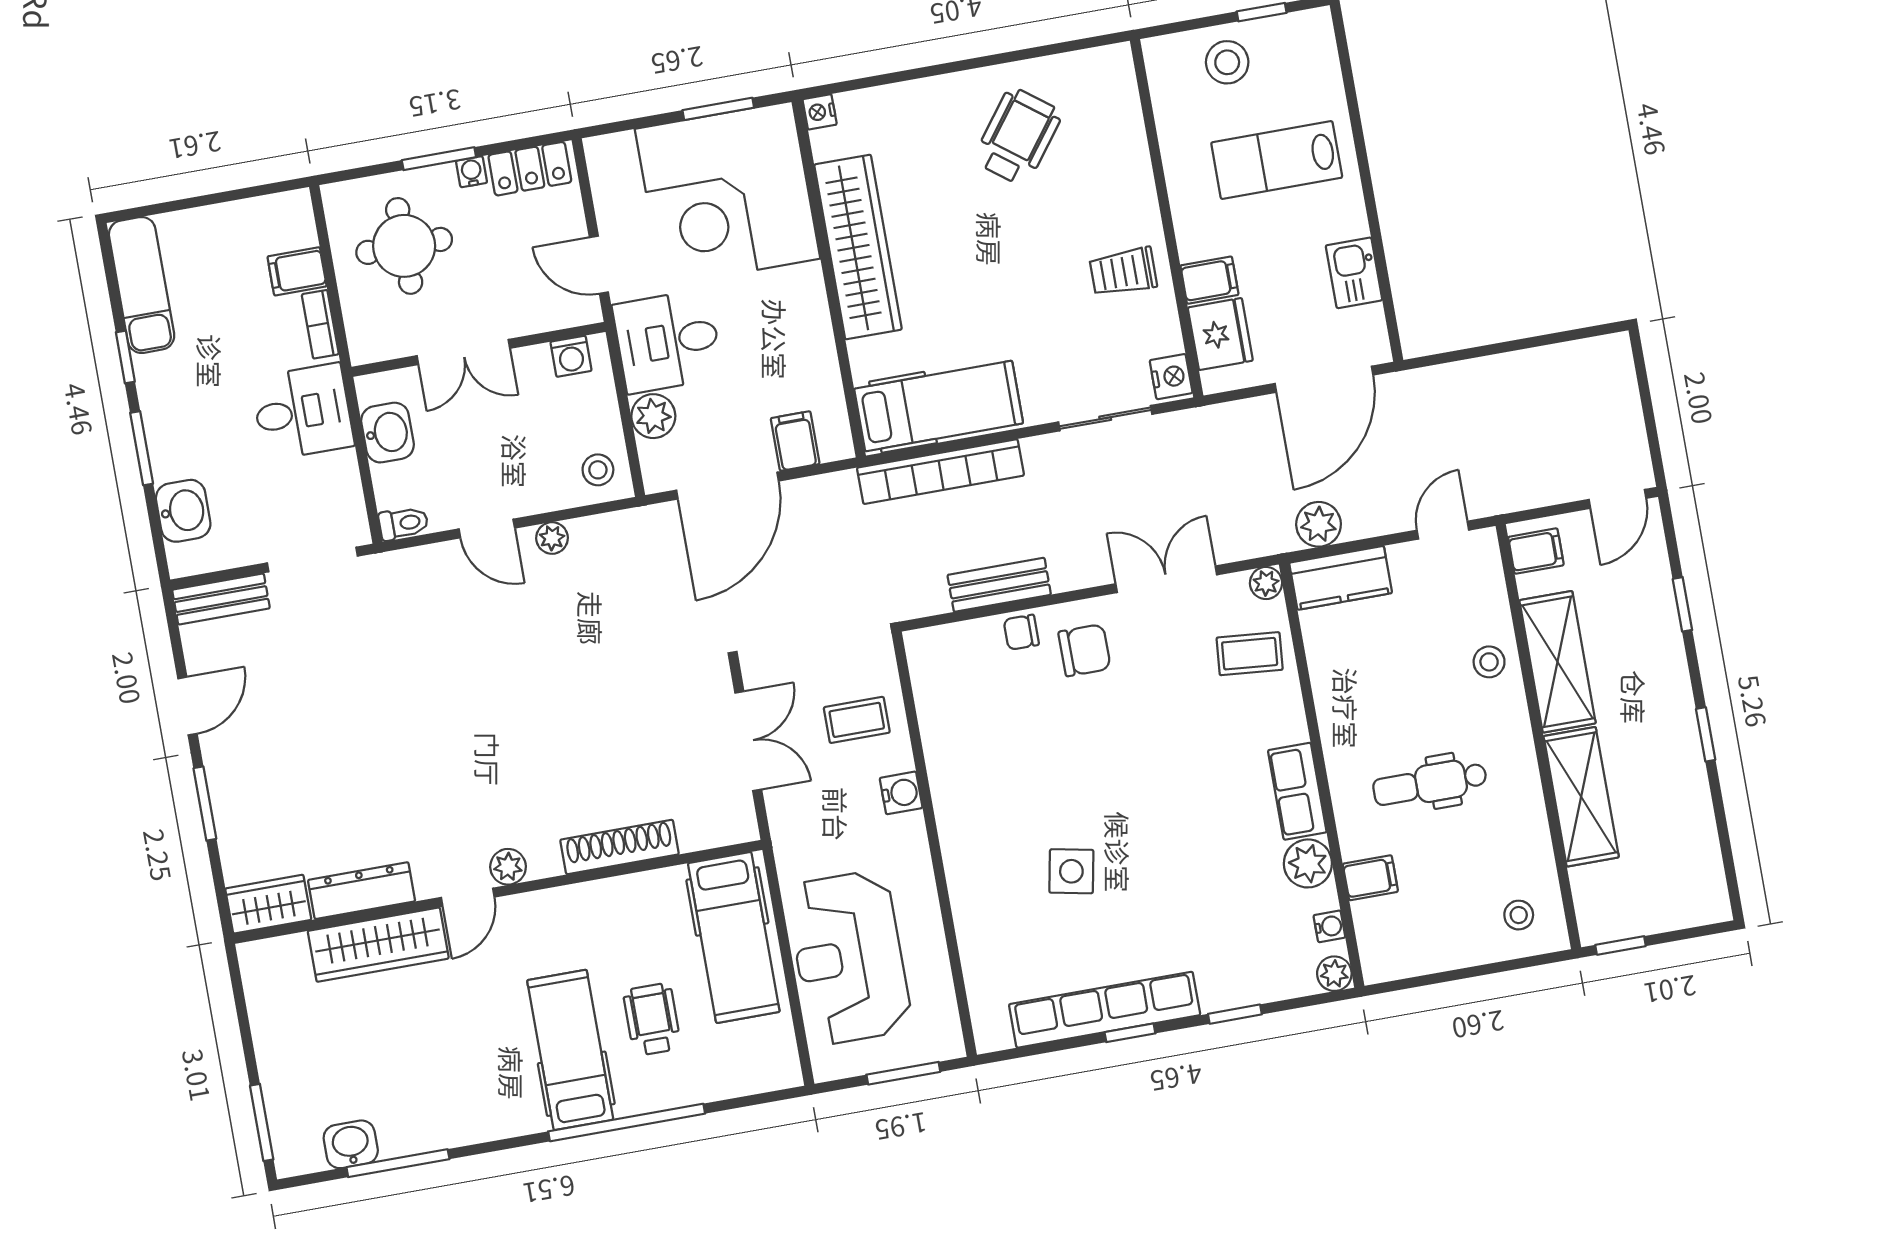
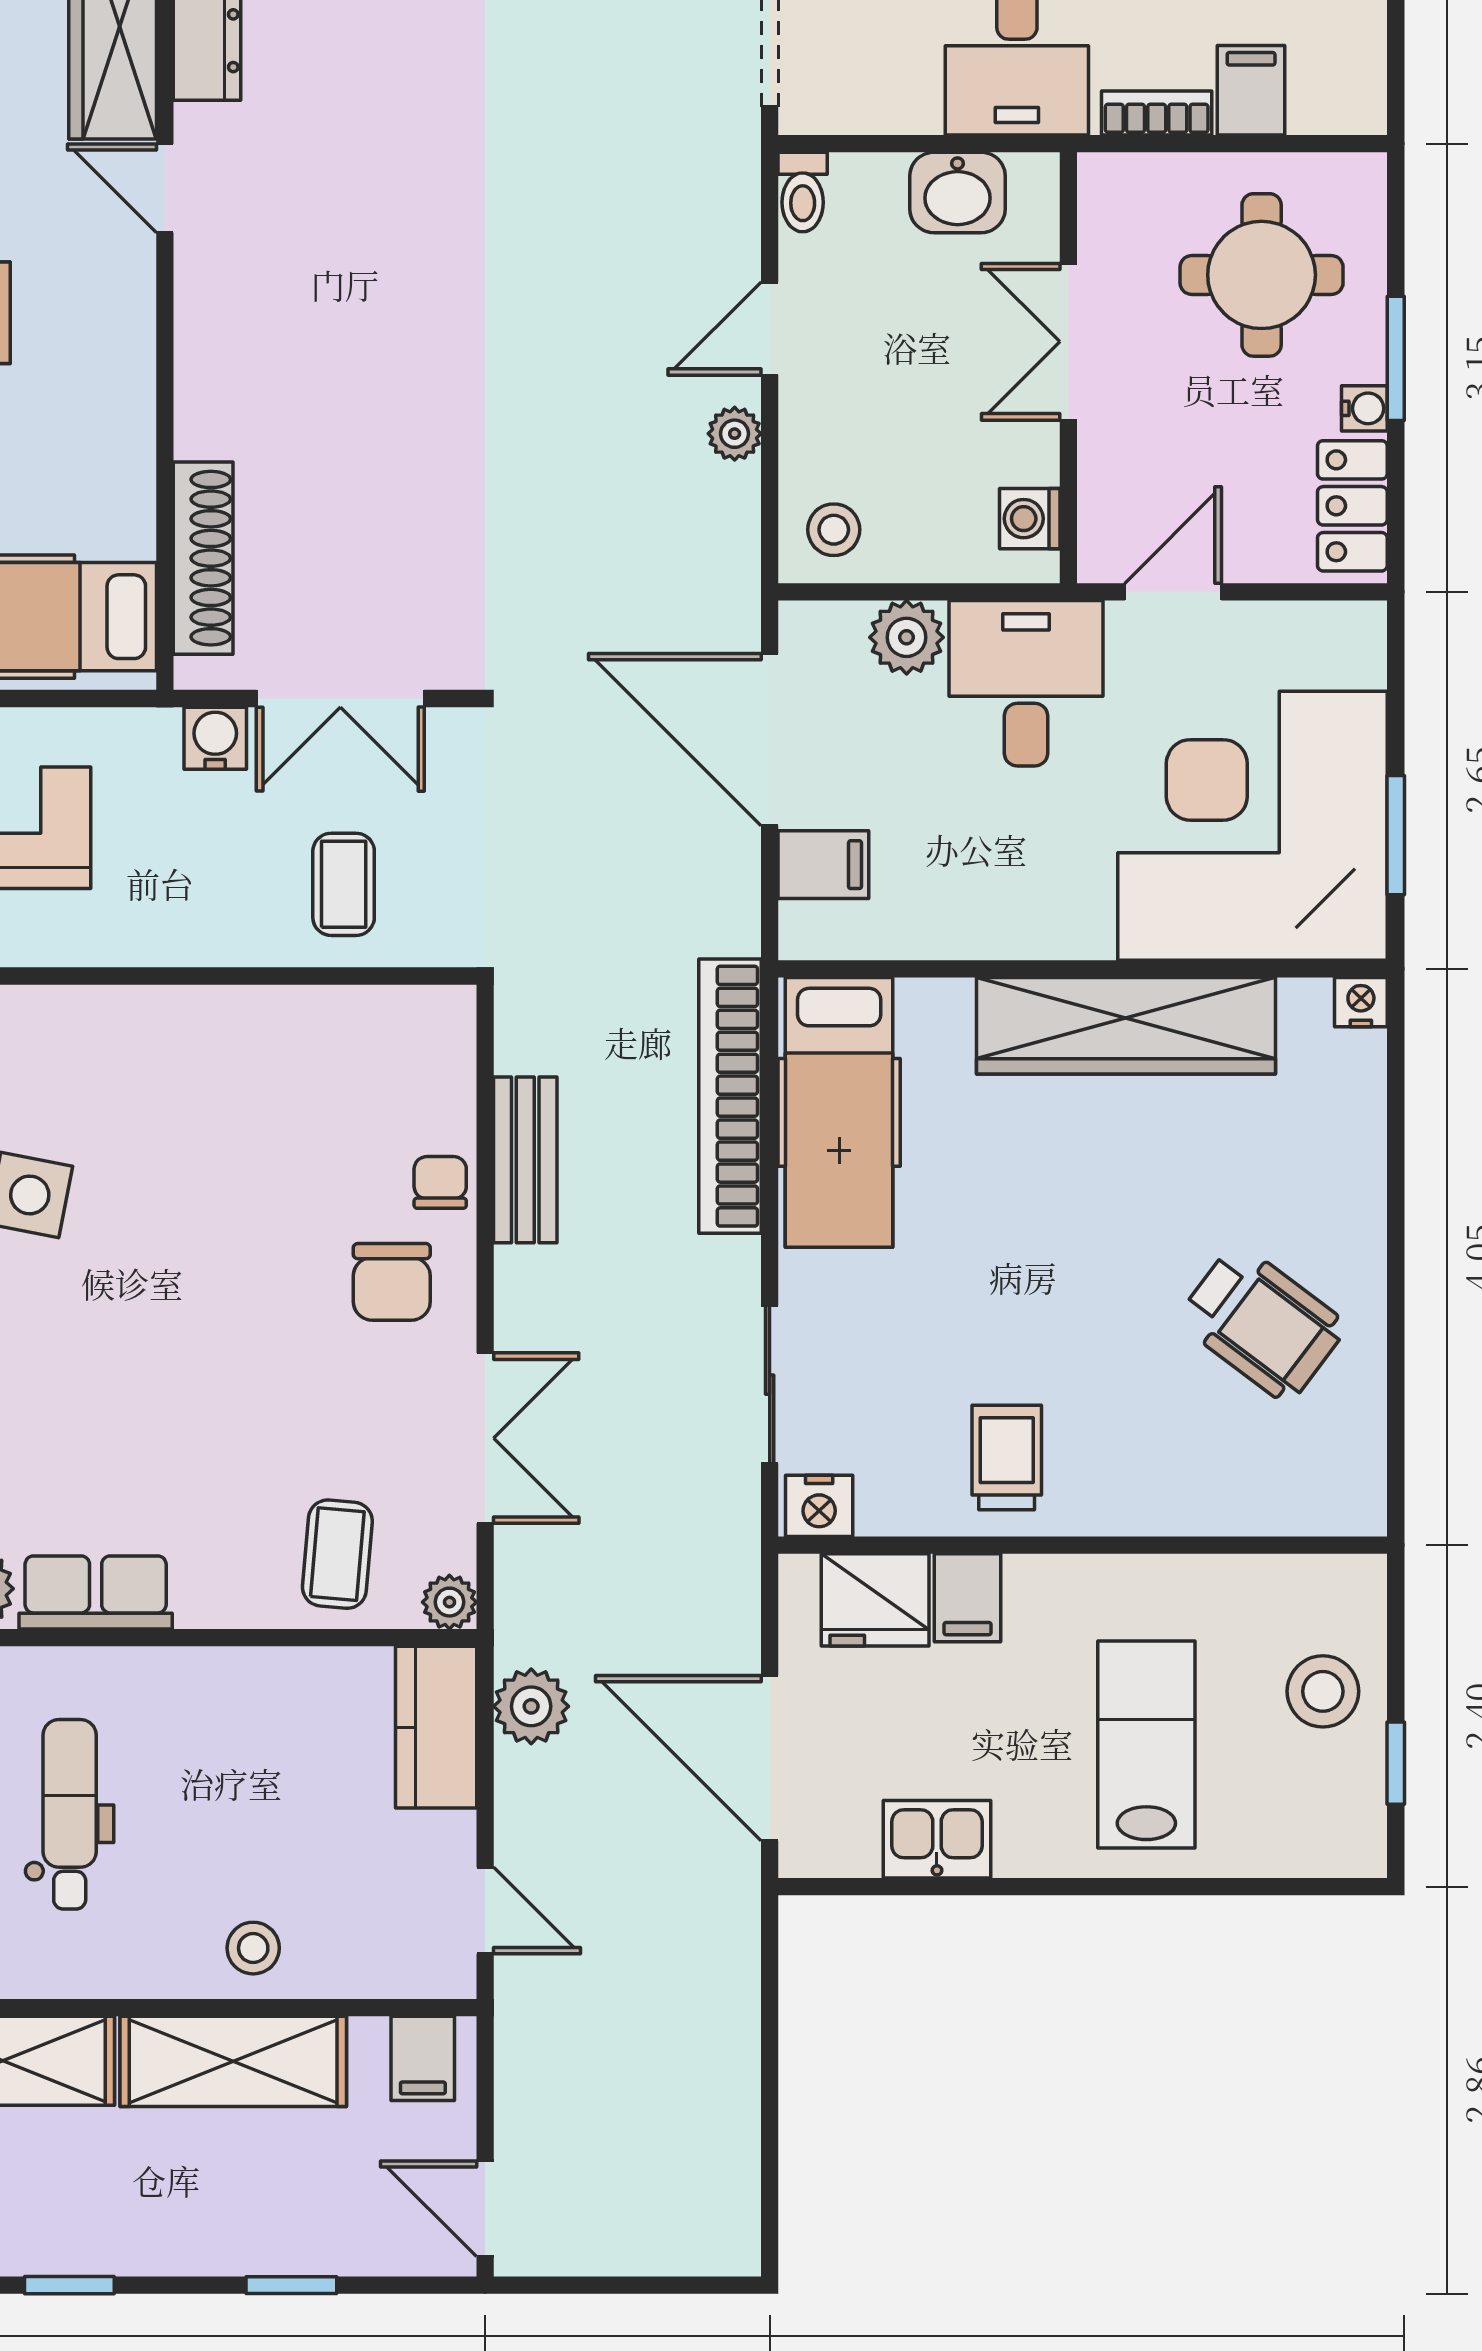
water cooler: (901, 793) -> (215, 738), moved, turned 180
shoe rack: (620, 847) -> (203, 558), moved
plant: (508, 867) -> (203, 264), removed

